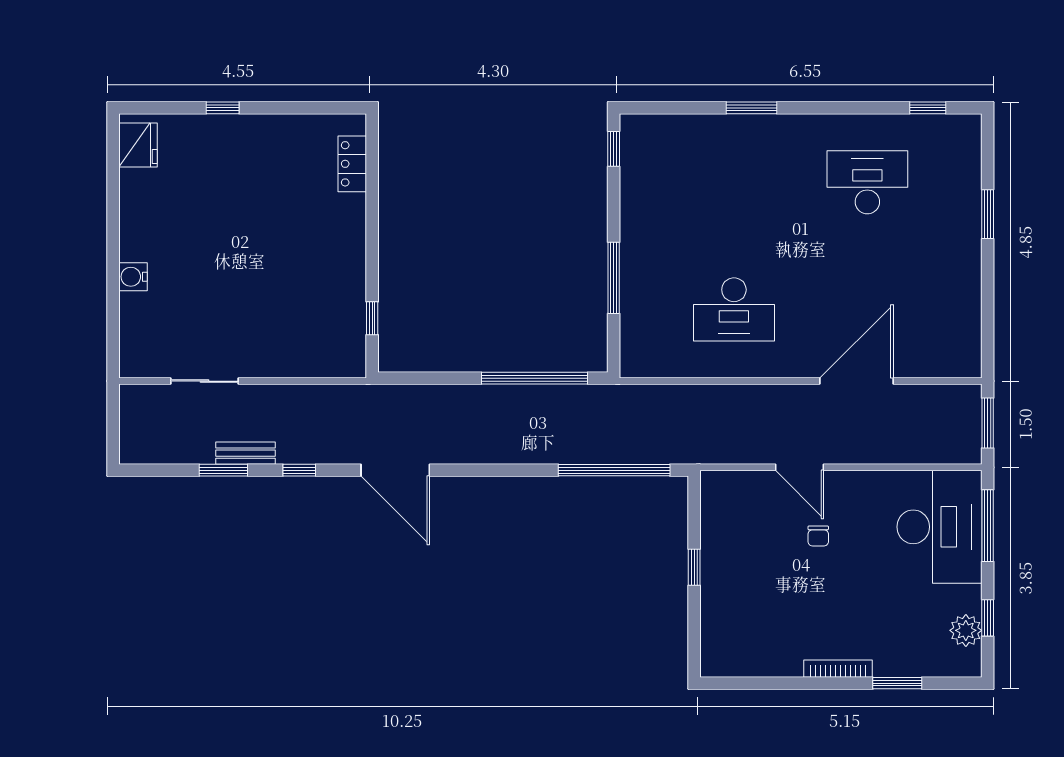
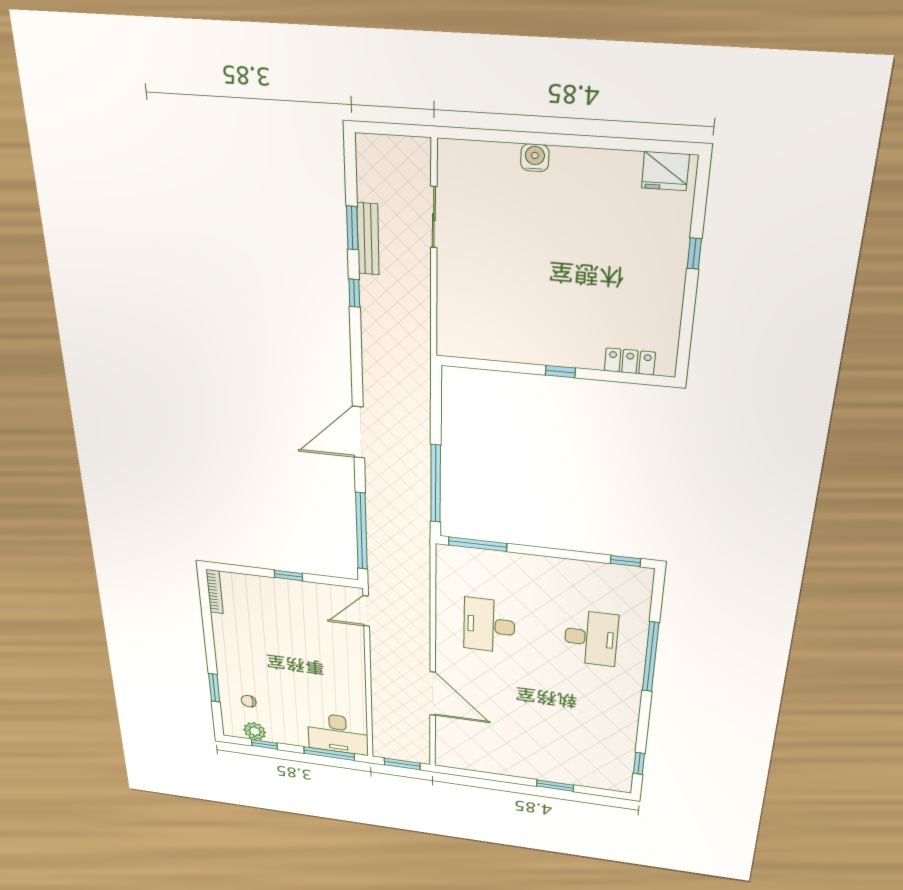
window: (752, 108) -> (651, 657), width x2.11
desk: (867, 182) -> (591, 638), moved
window: (614, 278) -> (478, 544), moved
window: (372, 318) -> (560, 372), moved
bench: (245, 453) -> (368, 239), width x1.36
door: (799, 467) -> (366, 611), moved
door: (395, 470) -> (359, 432), moved
desk: (939, 527) -> (338, 734), width x0.73, depth x0.77
chair: (818, 536) -> (249, 701), moved
bookcase: (838, 669) -> (215, 592), moved

